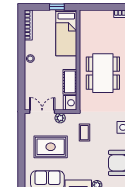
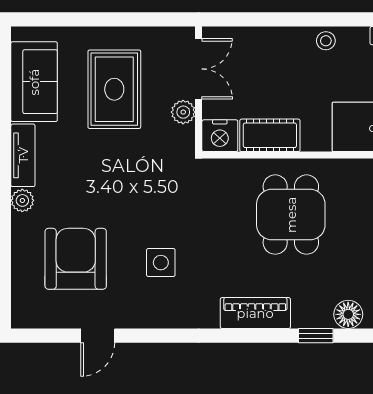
dining table: (103, 73) -> (291, 215), width x0.73
coffee table: (84, 133) -> (148, 170), removed

